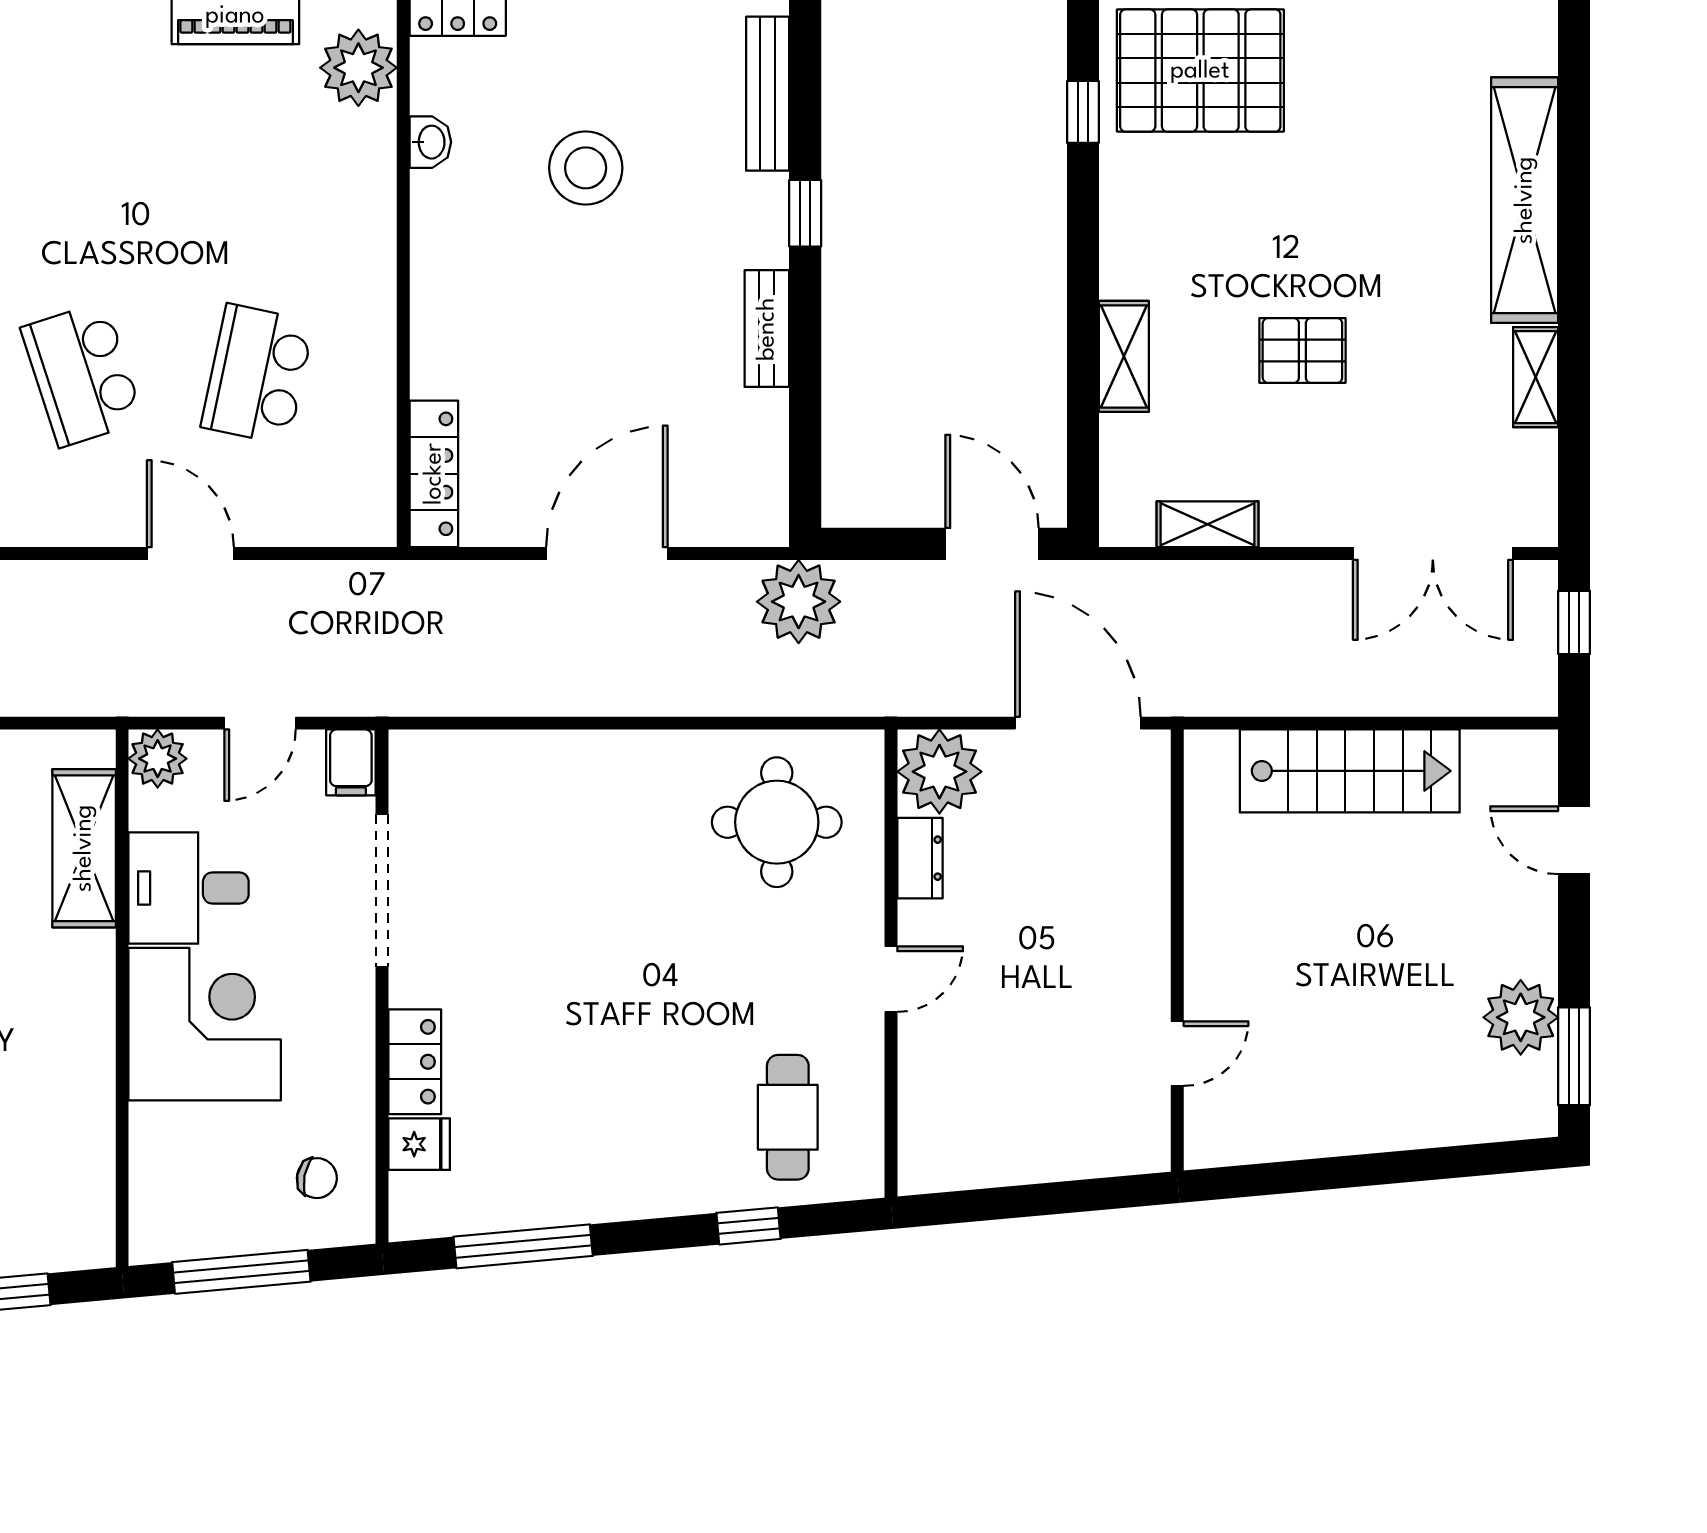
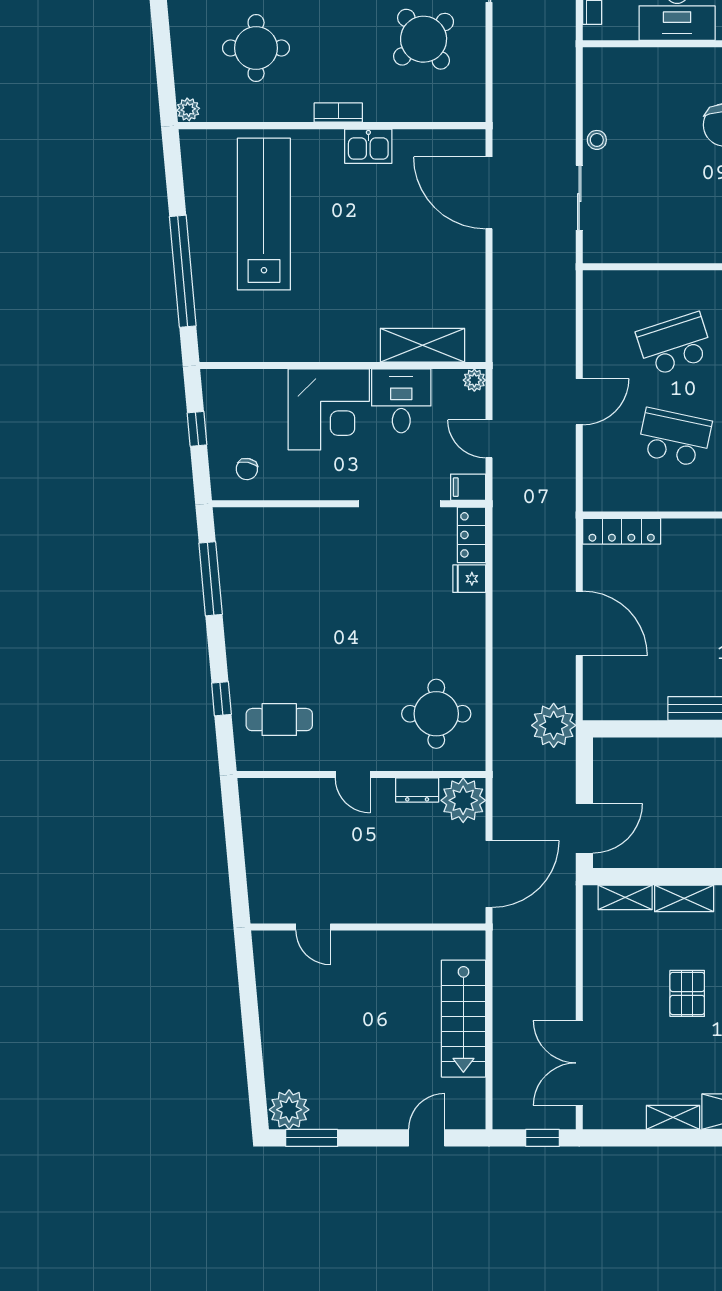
shelving: (1208, 524) -> (625, 897), moved, turned 90
plant: (158, 759) -> (474, 380), width x0.73, depth x0.73
plant: (1521, 1017) -> (289, 1110), moved
locker: (415, 1062) -> (472, 535), moved, turned 90
fridge: (419, 1144) -> (469, 579), moved, turned 90
window: (241, 1272) -> (197, 429), width x0.46

